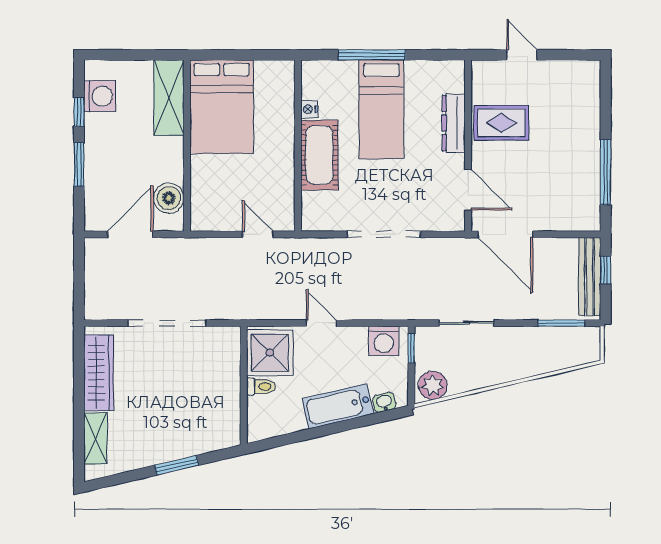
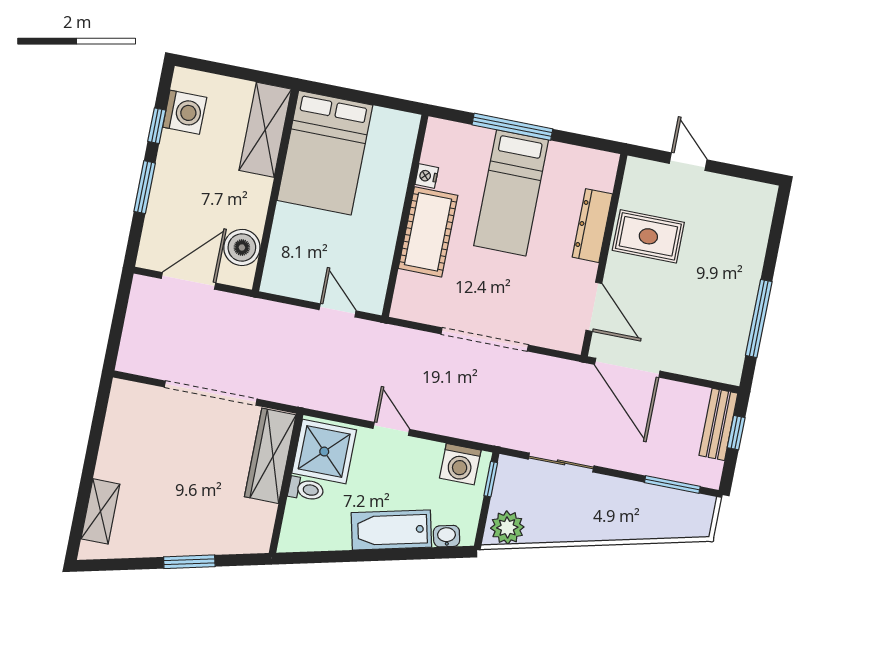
bench: (590, 277) -> (718, 424), width x0.73
wardrobe: (99, 373) -> (270, 456), moved, turned 180

